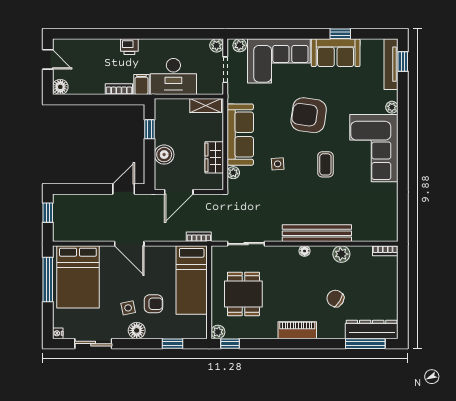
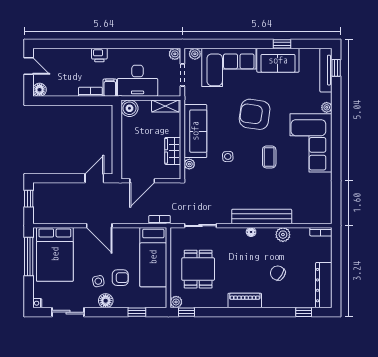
window: (150, 129) -> (117, 127), removed
boiler: (164, 155) -> (129, 108), moved
dresser: (372, 329) -> (324, 285), moved, turned -90
window: (365, 344) -> (304, 312), width x0.46

